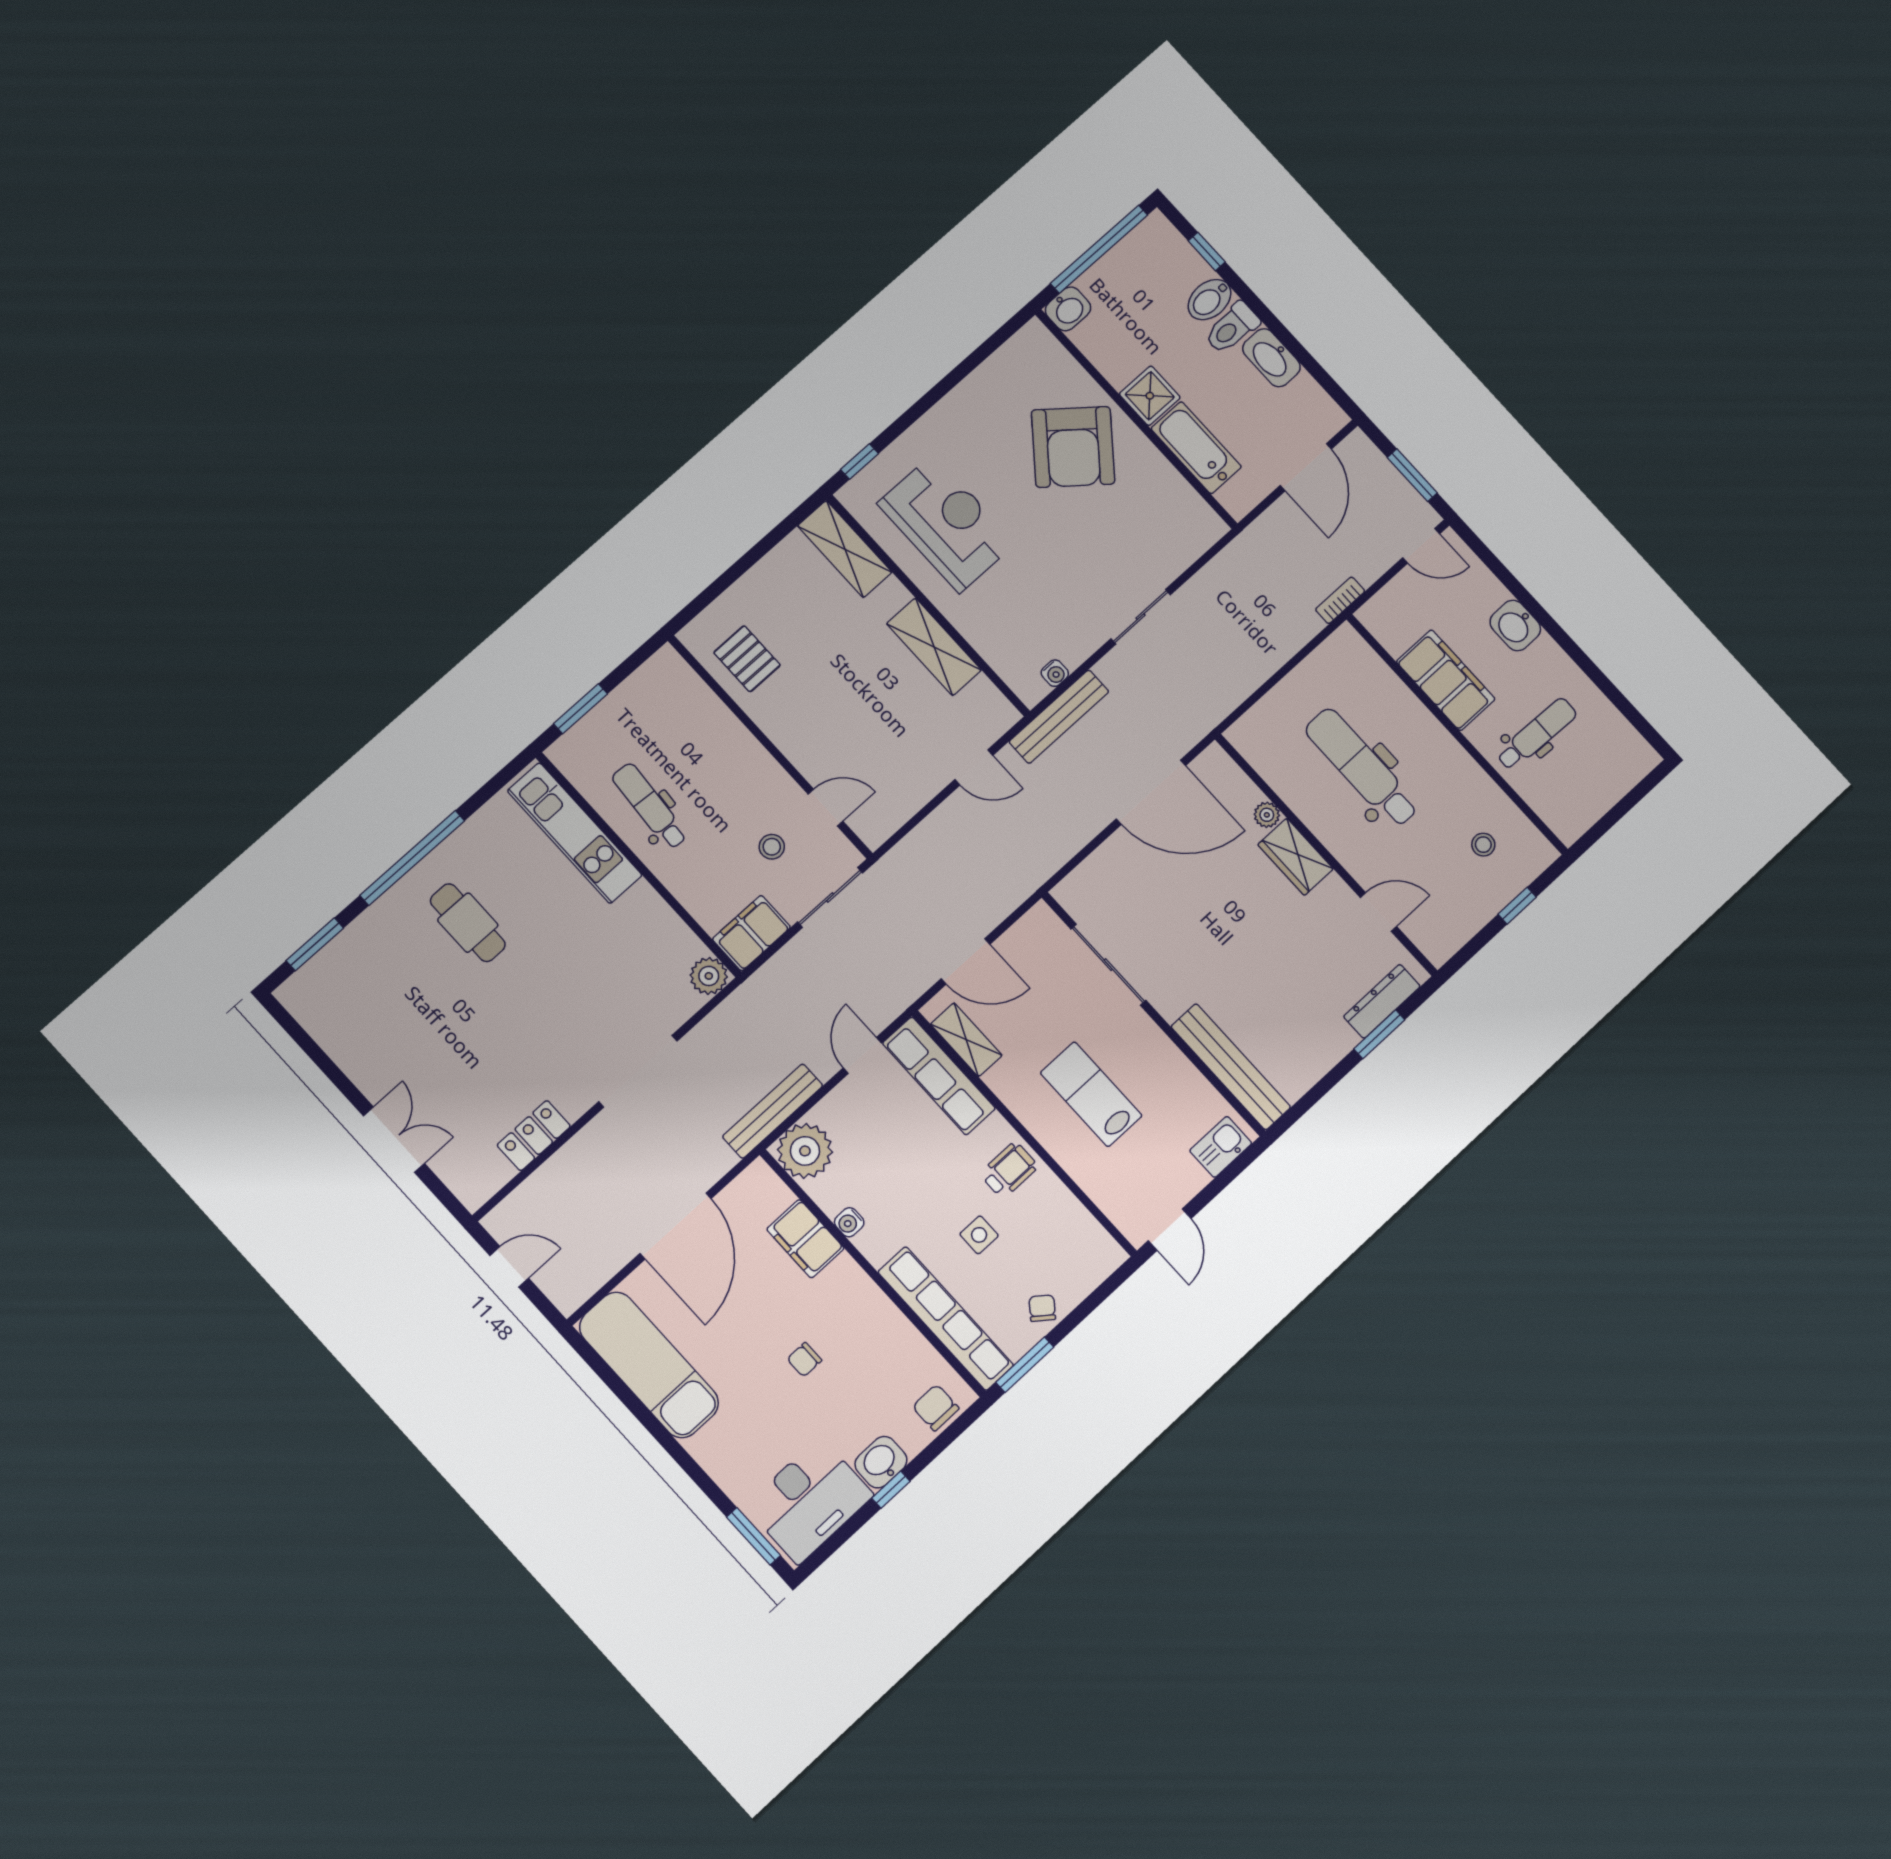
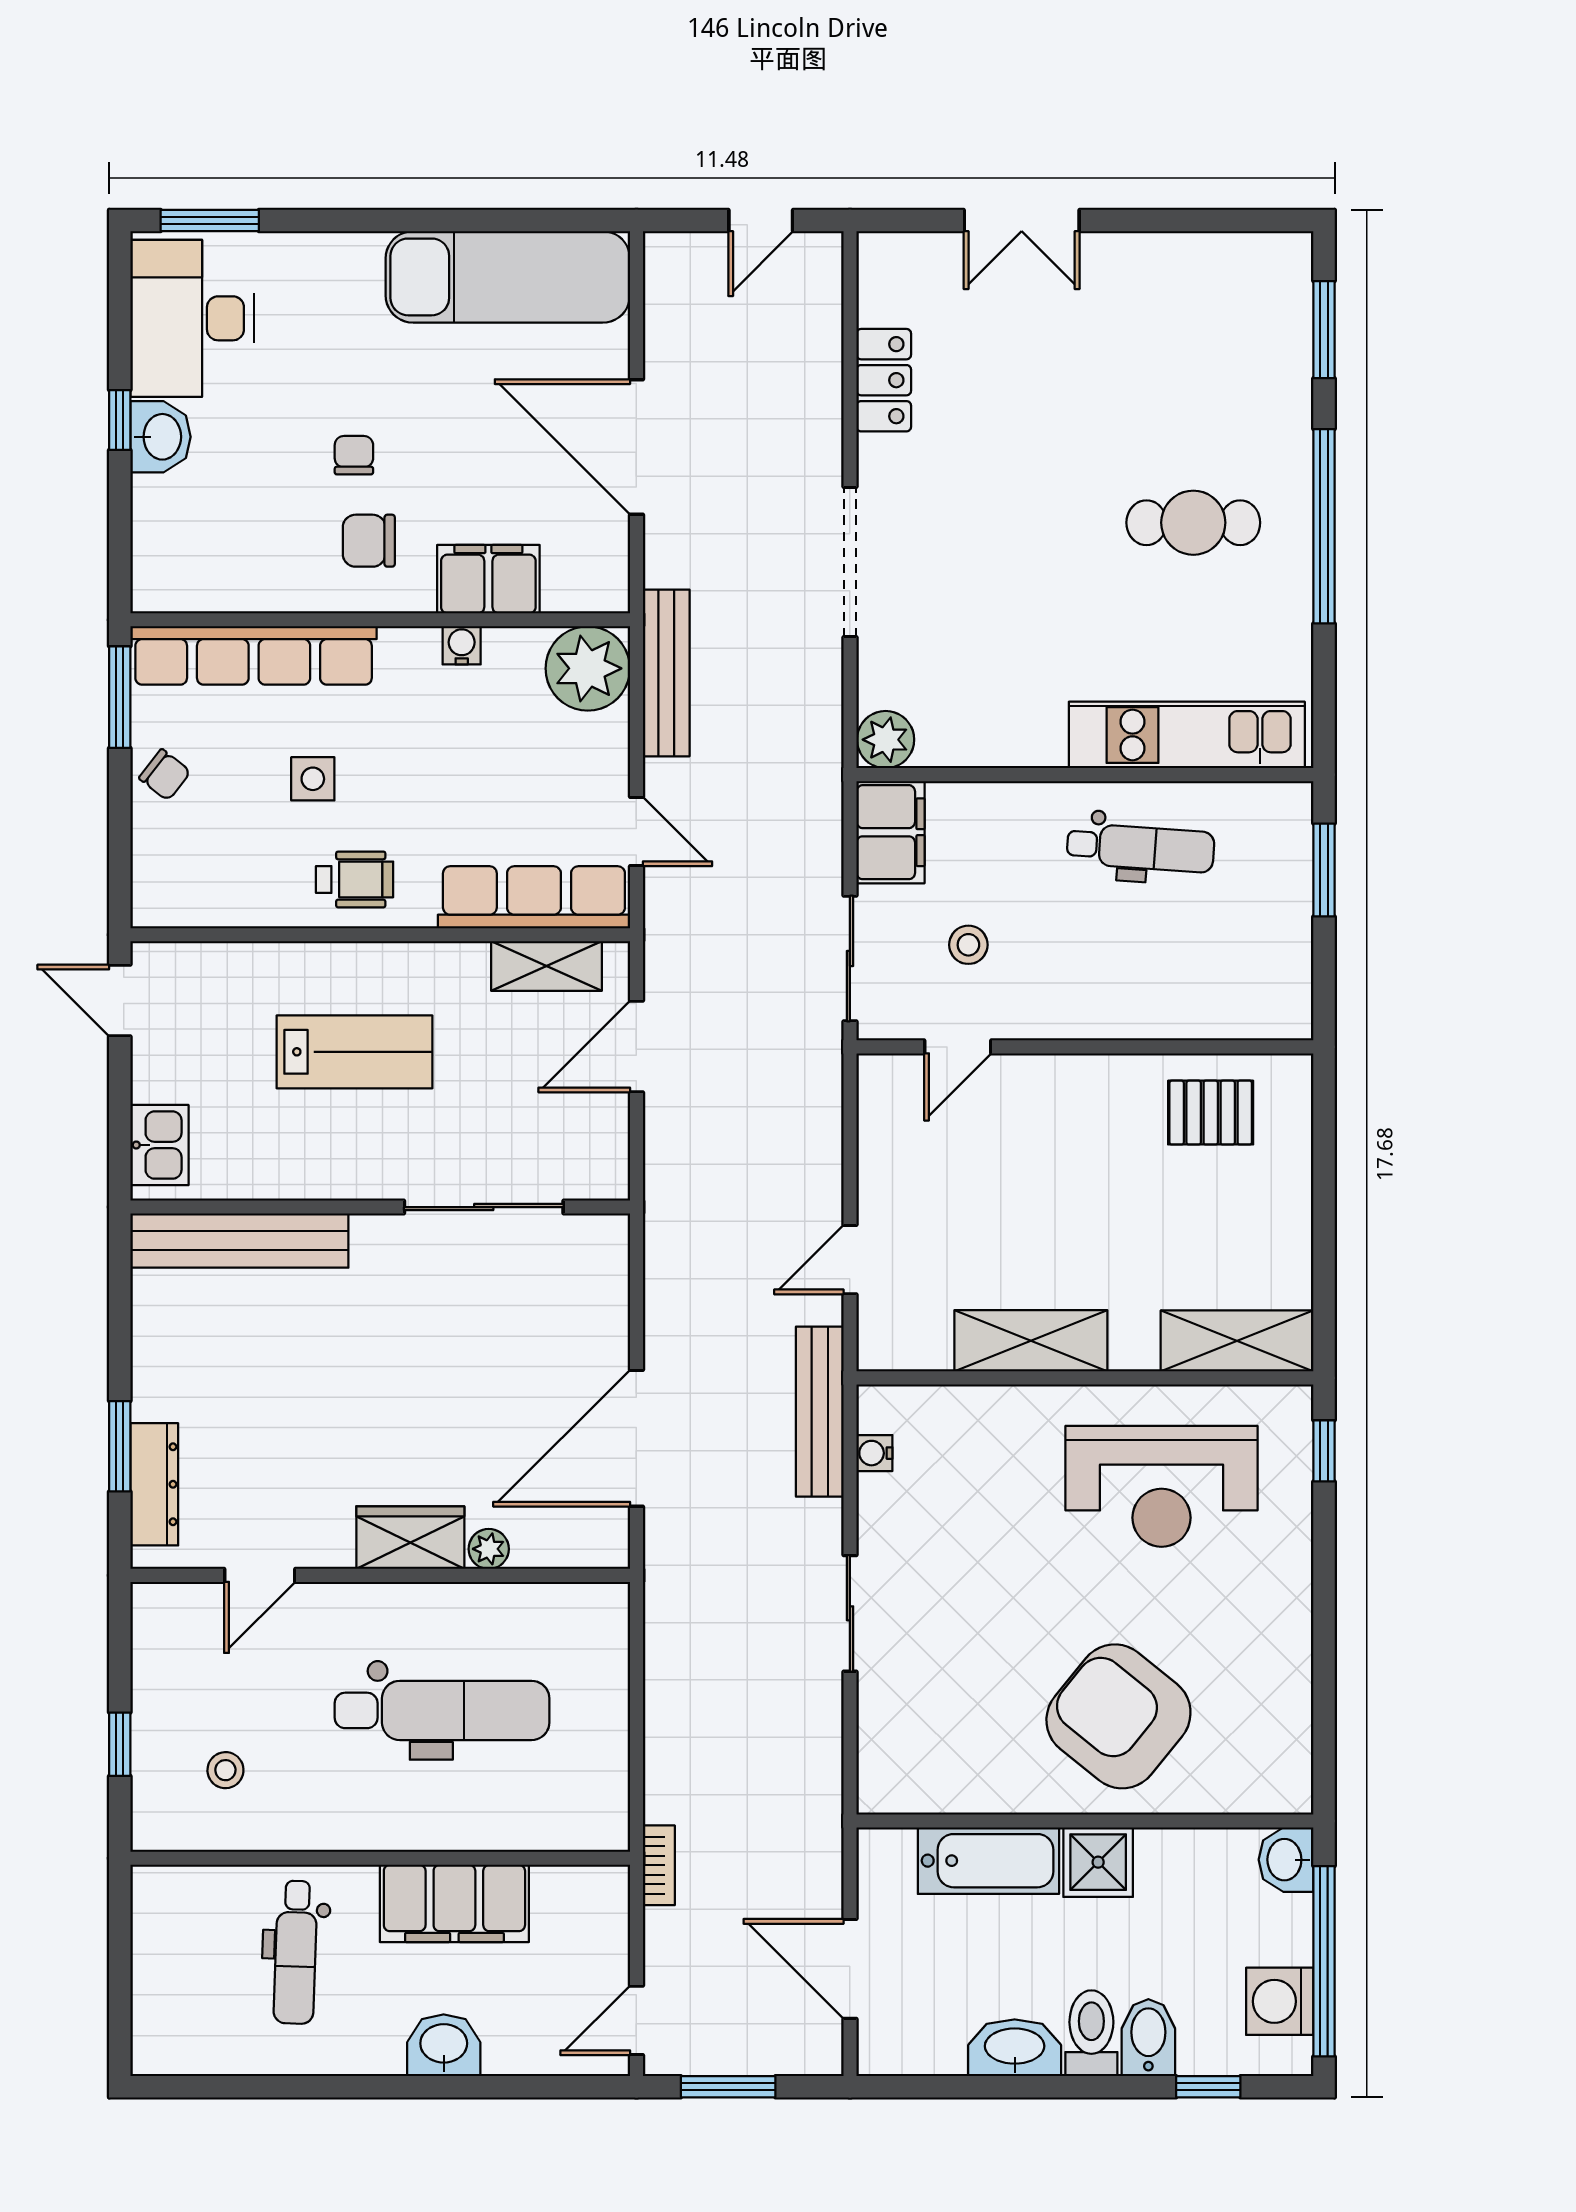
washing machine: (1137, 253) -> (1280, 2001), added
wheelchair: (1009, 1170) -> (355, 879), turned -90
chair: (936, 1408) -> (369, 541), moved, turned 180

